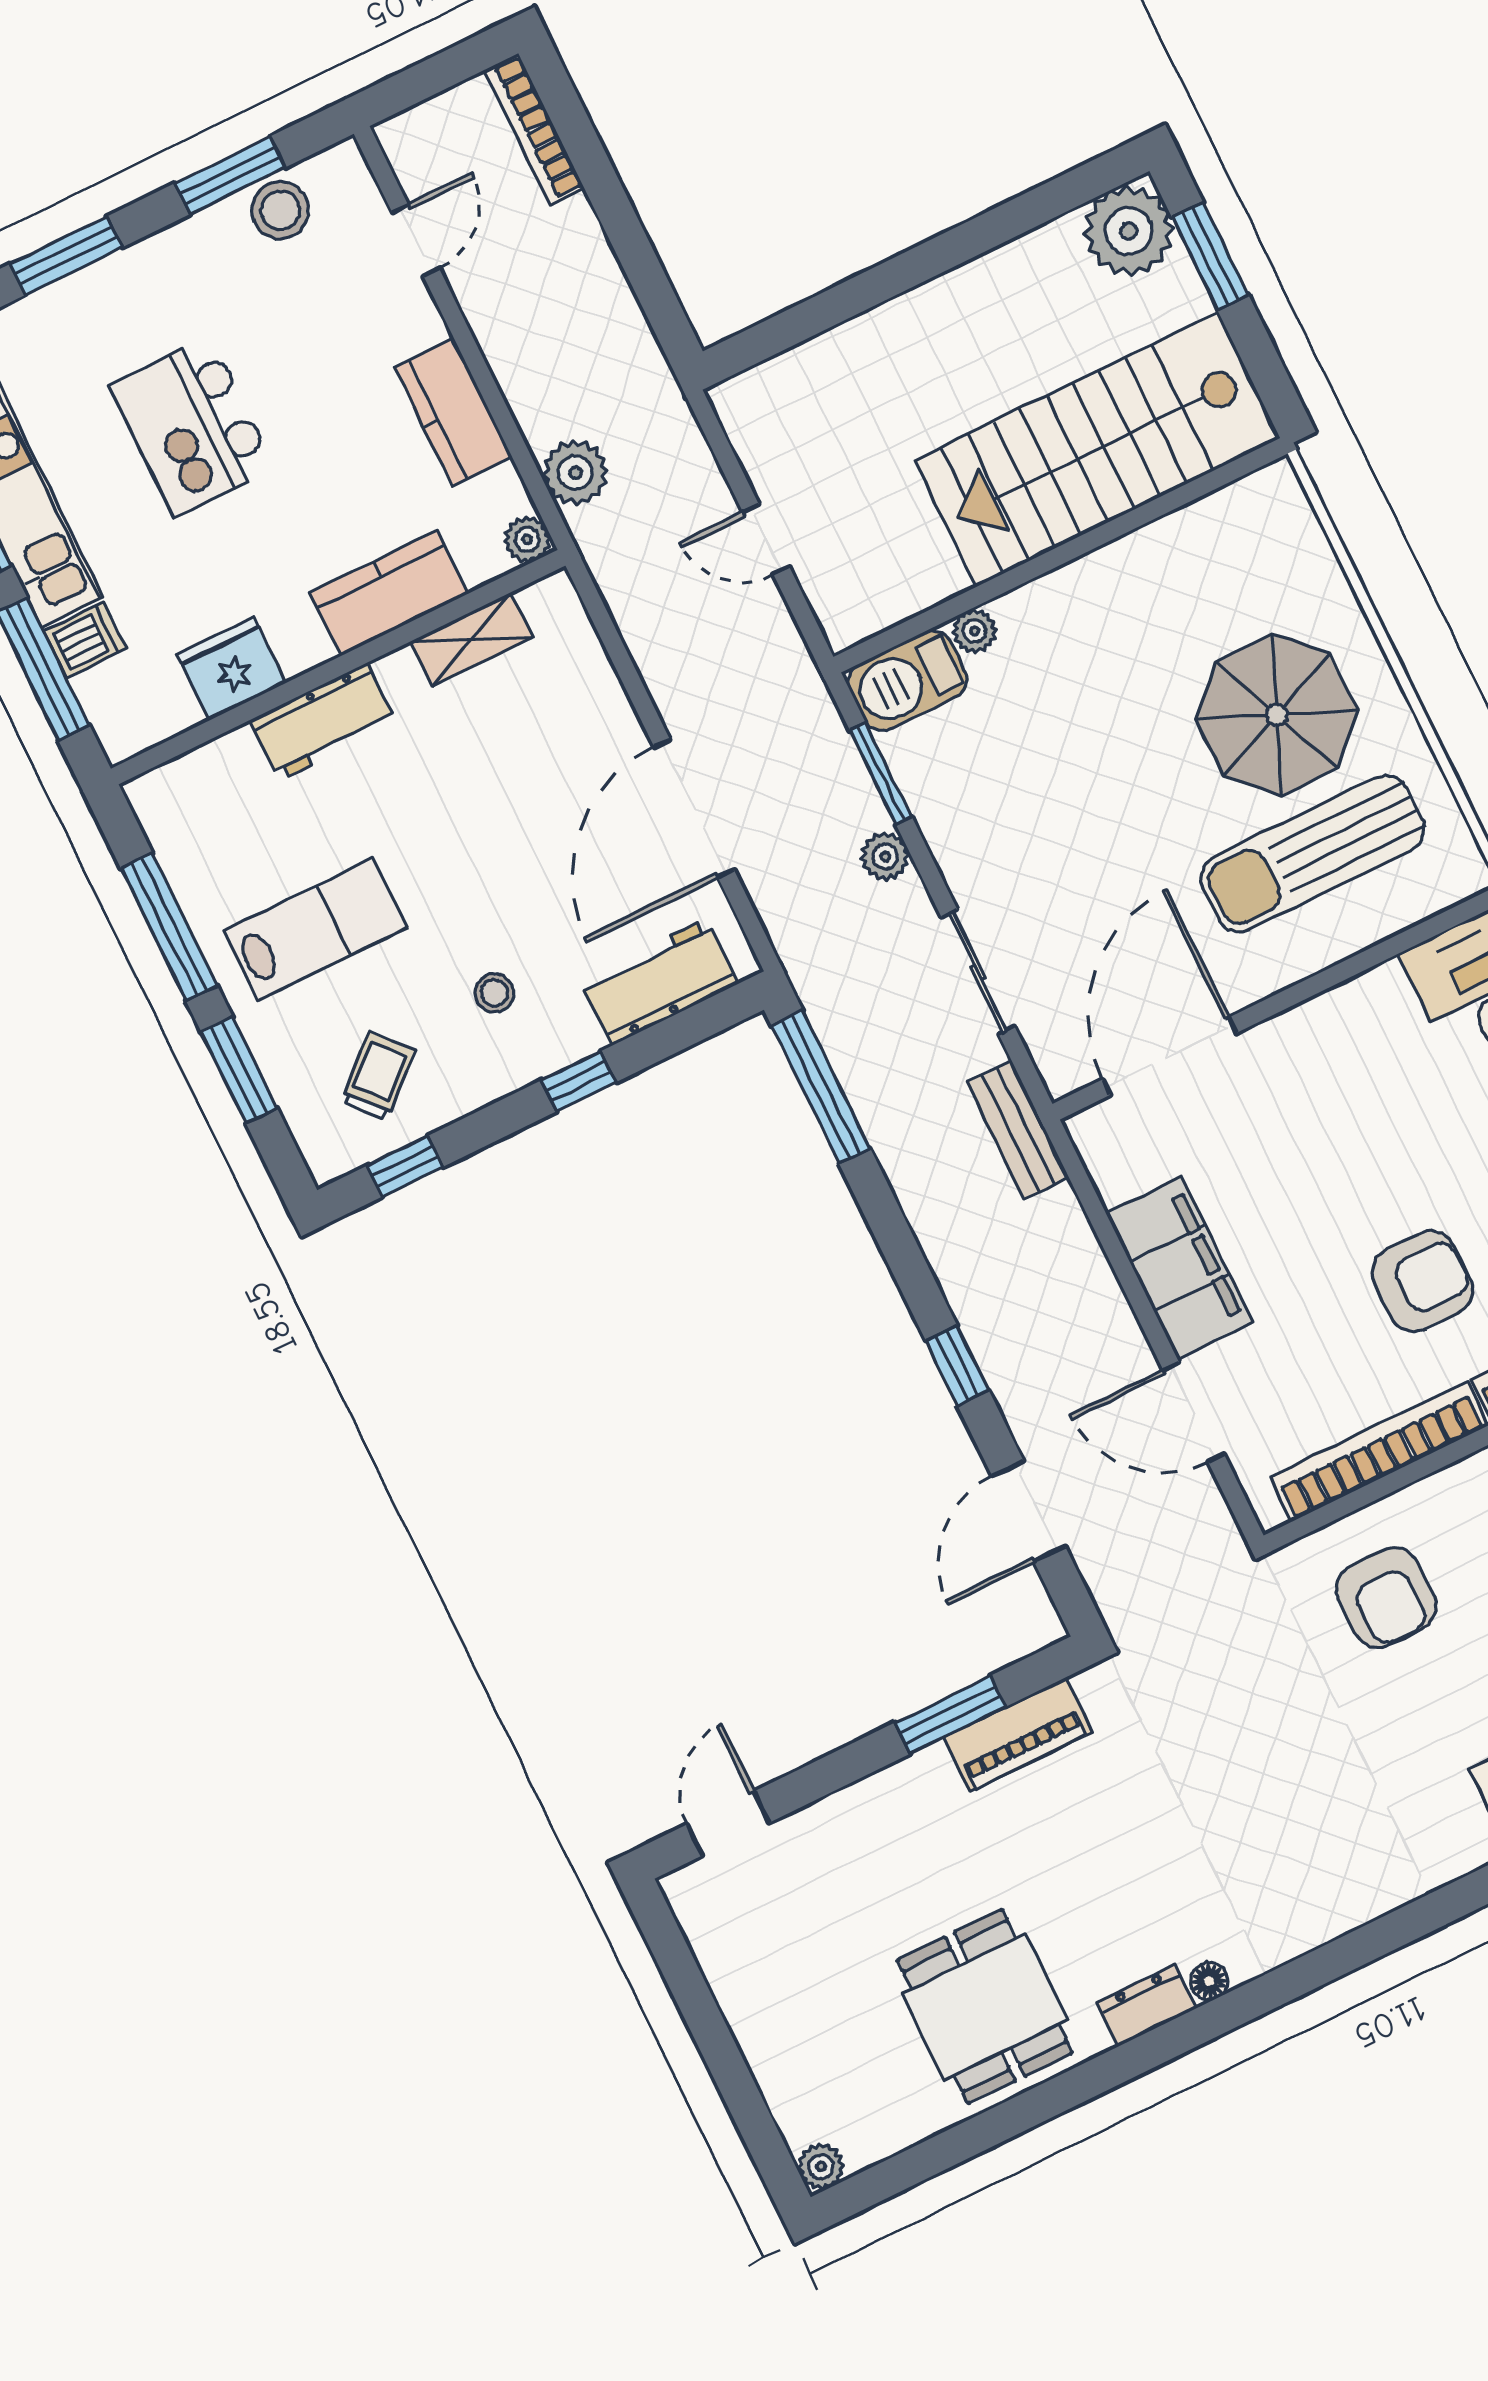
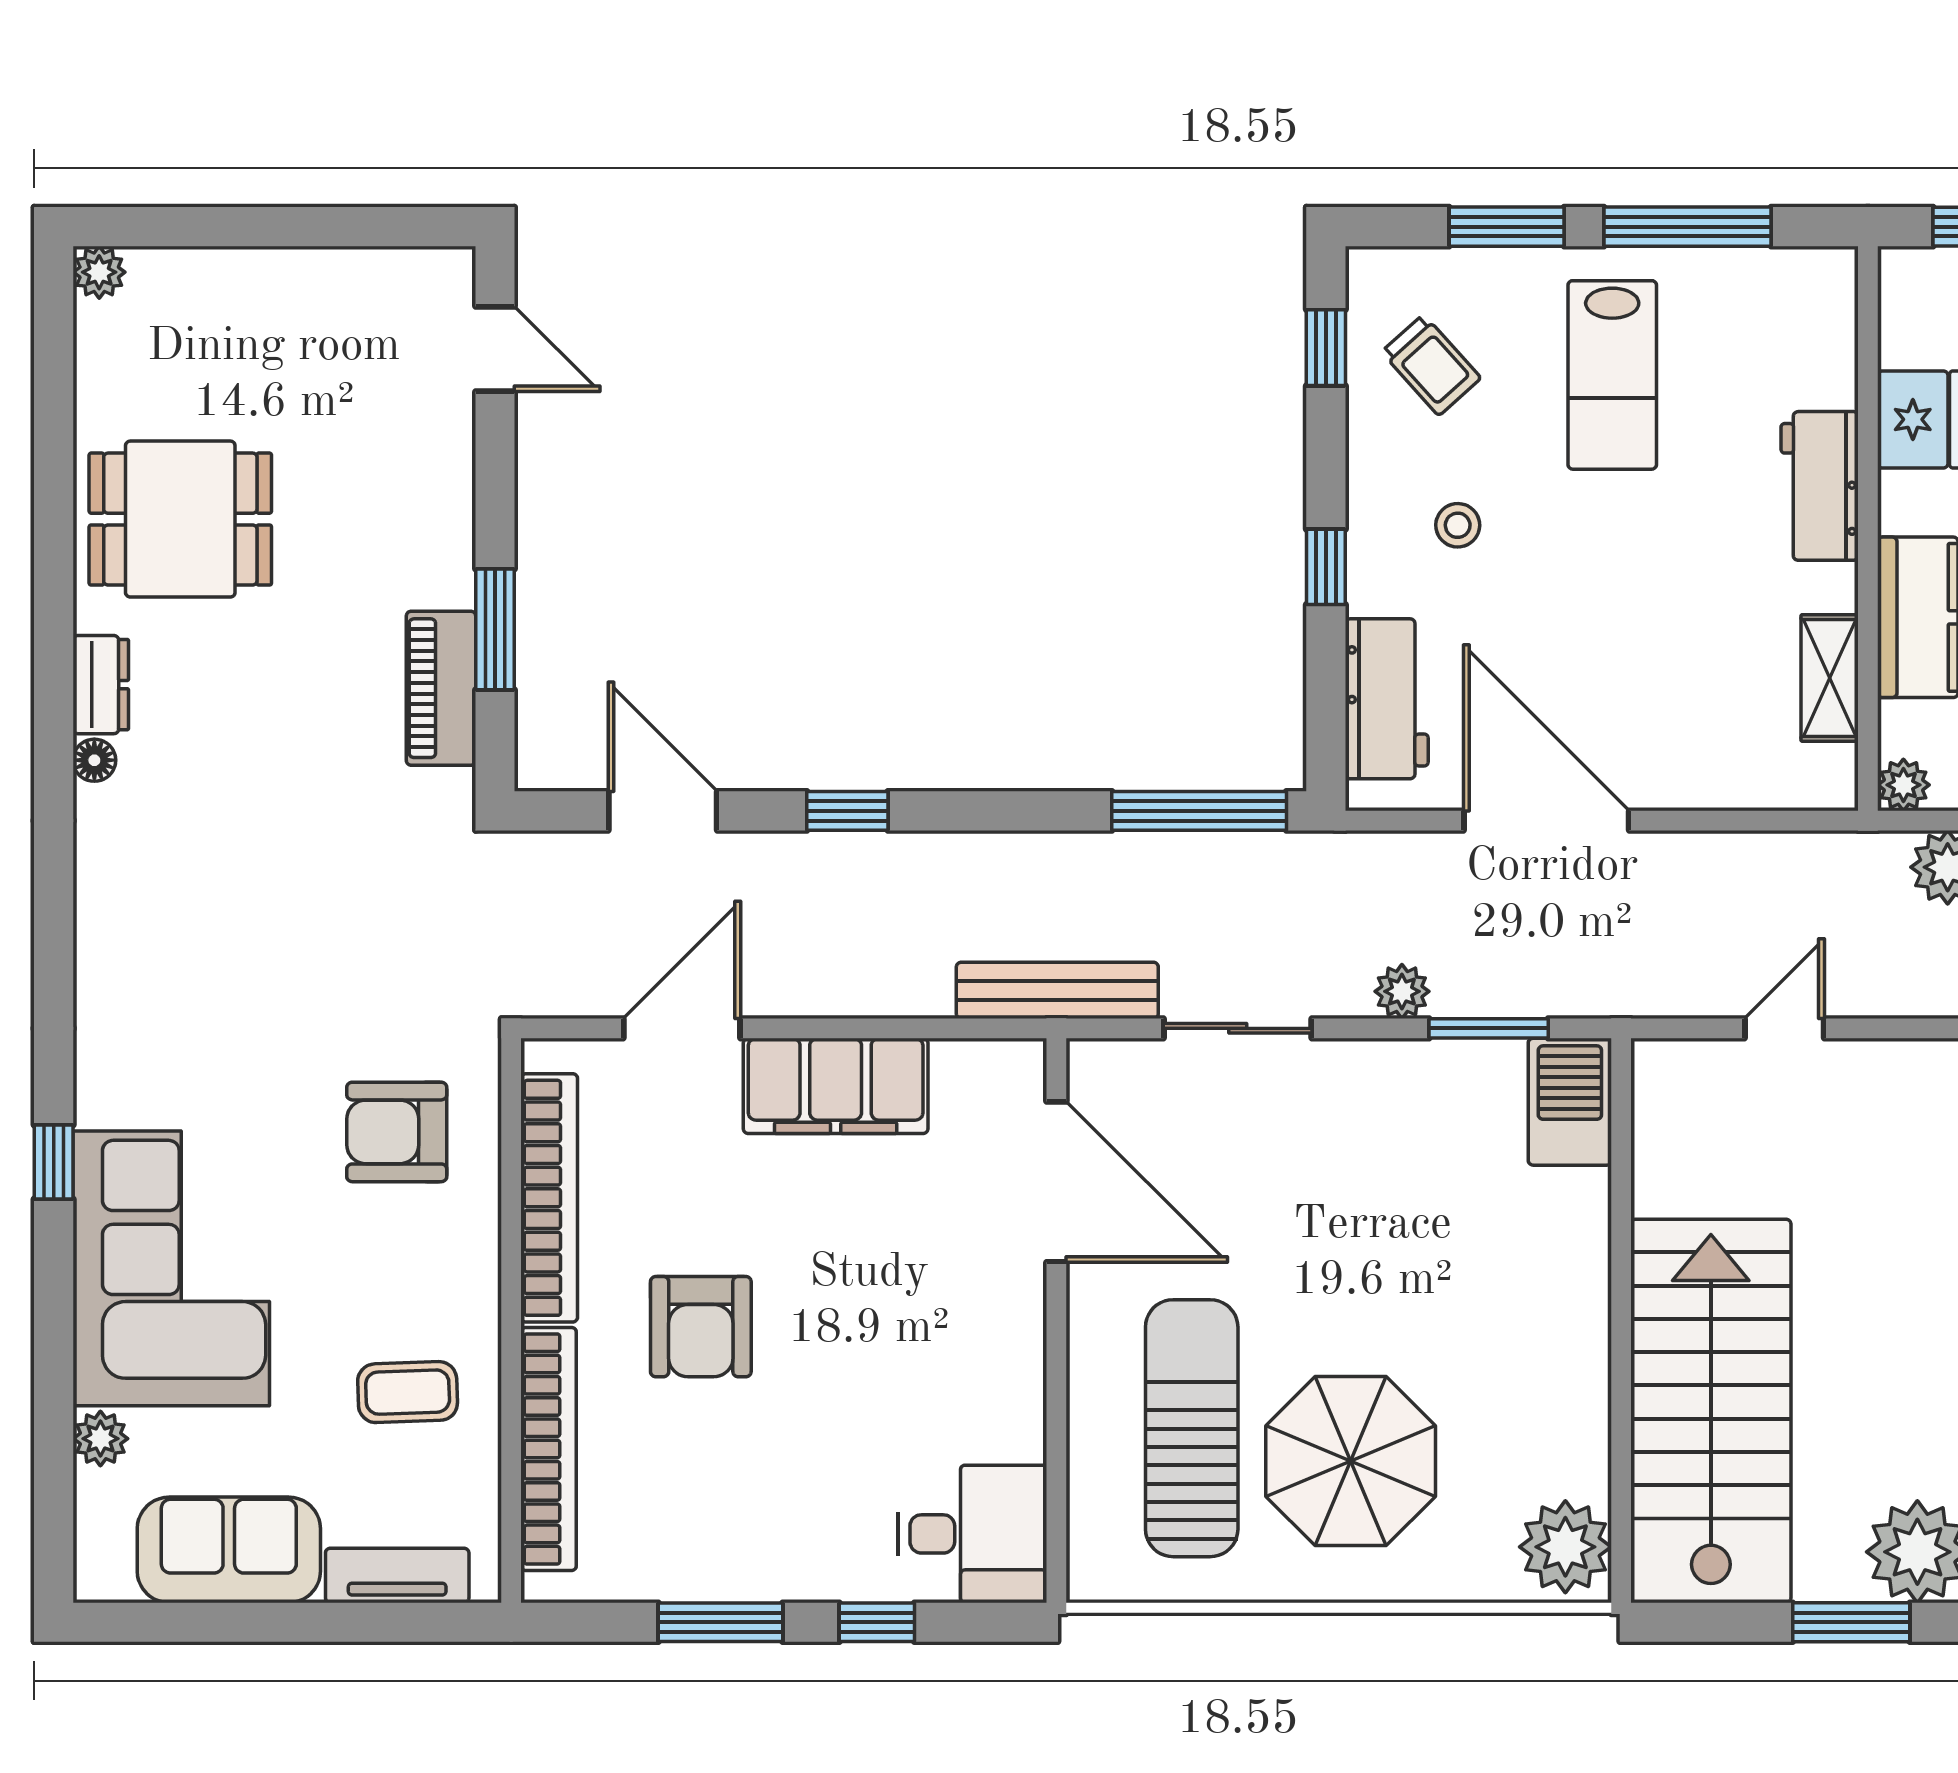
plant: (975, 631) -> (1565, 1547), moved, width x1.88, depth x1.88
bench: (1018, 1130) -> (1057, 990), width x1.36

